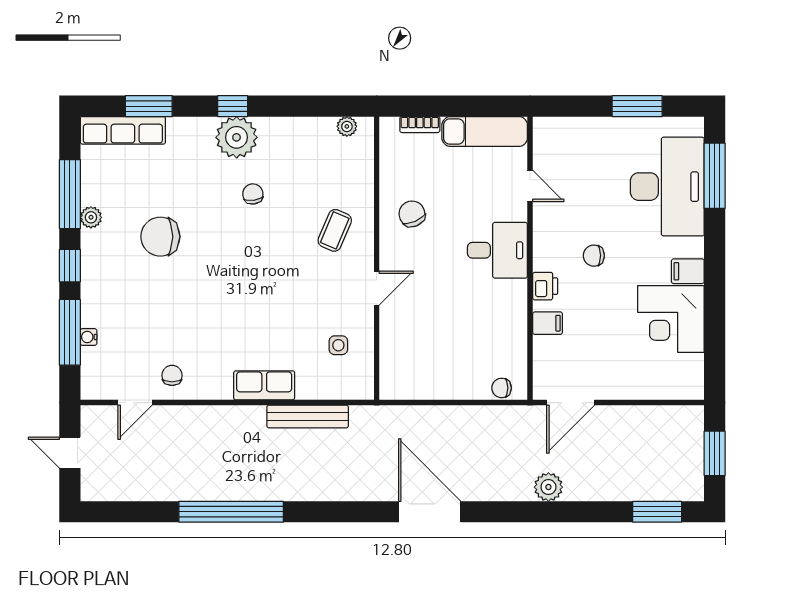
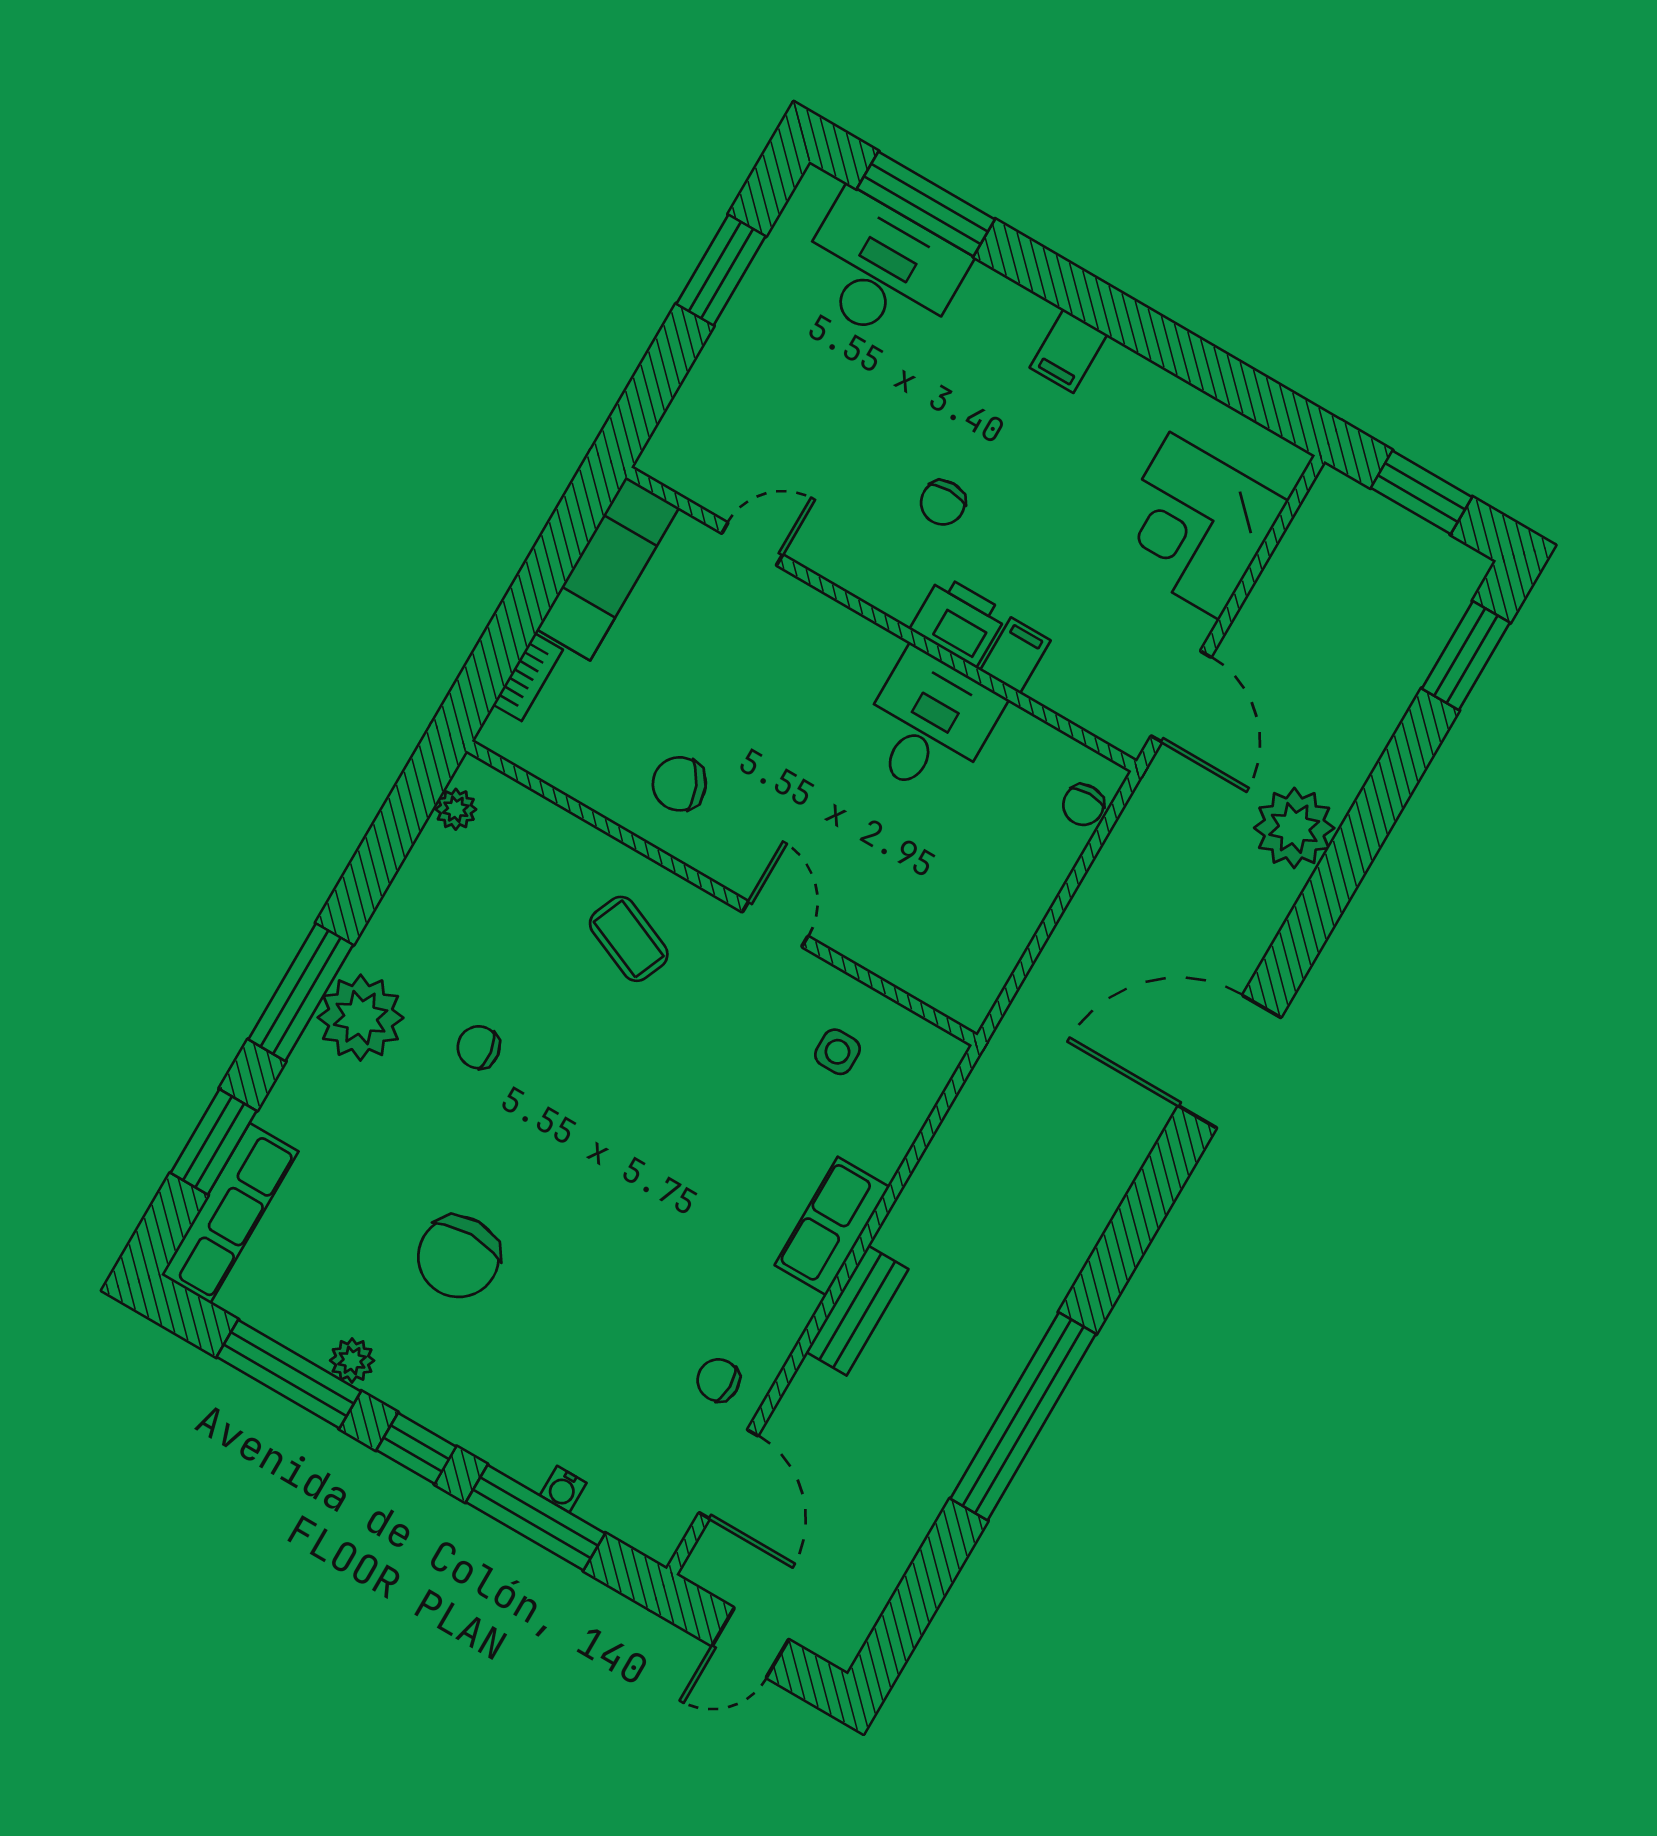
window: (233, 106) -> (301, 992), width x2.17
desk: (667, 187) -> (881, 271), width x0.73, depth x0.77
desk: (497, 250) -> (928, 724), moved
printer: (545, 286) -> (959, 621), width x1.36, depth x1.24
corner desk: (671, 319) -> (1195, 526), moved, turned 90
door: (135, 403) -> (728, 1474), width x1.38
bench: (308, 416) -> (857, 1311), moved, width x0.73
plant: (548, 487) -> (1294, 828), width x1.36, depth x1.36

